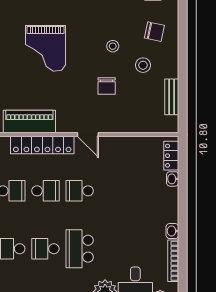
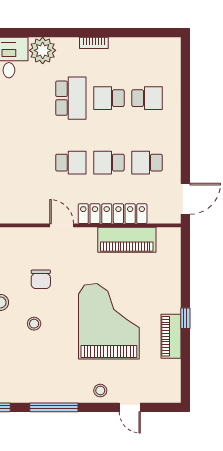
grand piano: (46, 48) -> (109, 321), width x1.37, depth x1.48
chair: (107, 86) -> (41, 279), turned 180
school desk: (45, 249) -> (109, 98), turned 180

